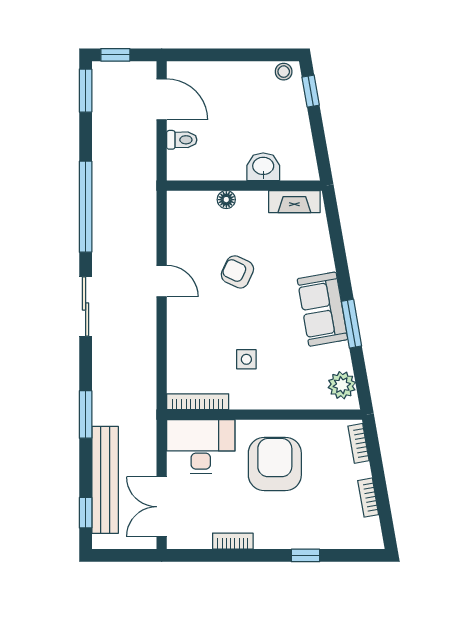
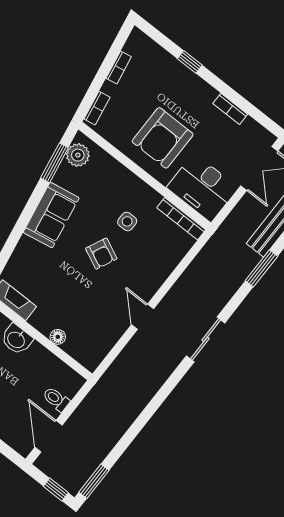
window: (86, 207) -> (154, 405), removed
armchair: (237, 272) -> (101, 254), moved
window: (352, 324) -> (54, 163), moved

